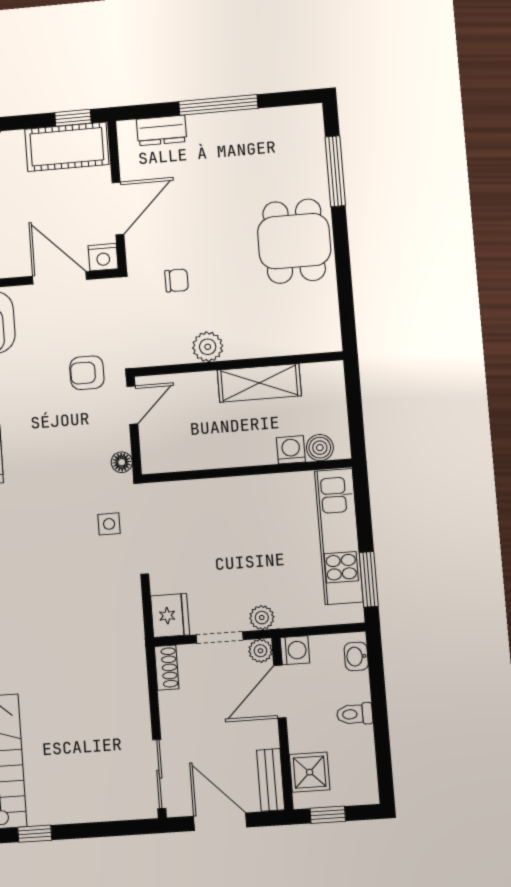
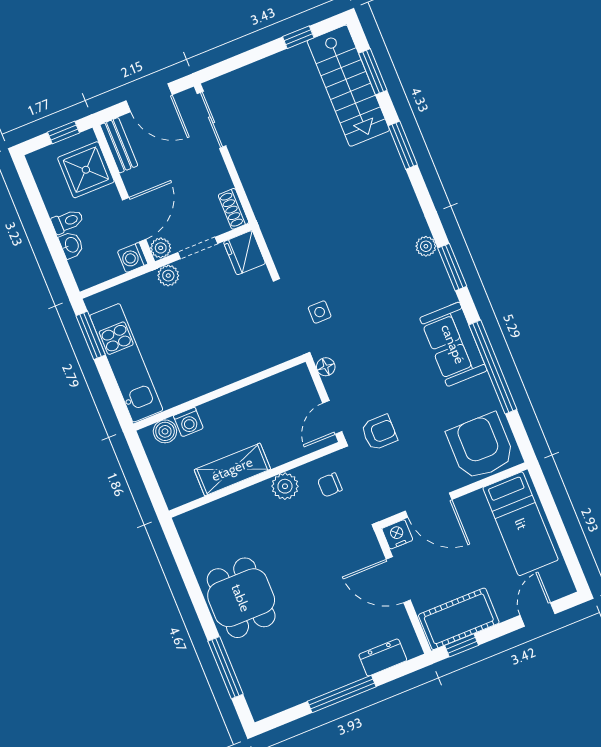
door: (118, 208) -> (398, 580), hinge flipped
chair: (177, 280) -> (330, 485), moved
washbasin: (356, 656) -> (71, 245), moved
shower: (310, 772) -> (86, 170), width x1.36, depth x1.36

